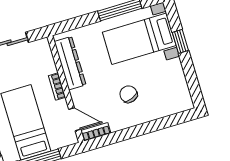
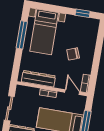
window: (180, 41) -> (83, 13), moved
door: (75, 119) -> (72, 92), hinge flipped

